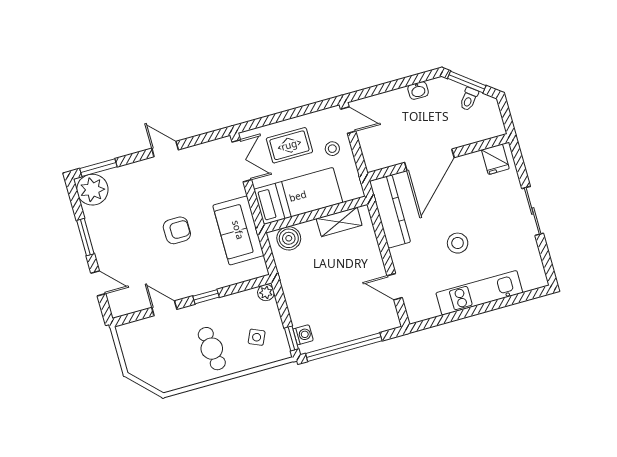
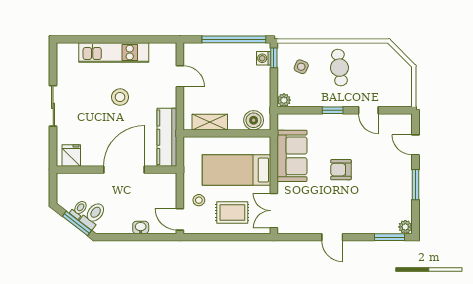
washbasin: (418, 90) -> (141, 227), moved
toilet: (450, 97) -> (93, 215), added
plant: (92, 190) -> (405, 227), width x0.53, depth x0.53
wall: (316, 214) -> (227, 133), moved
shelving: (339, 222) -> (210, 122), moved
boiler: (289, 238) -> (254, 120), moved

